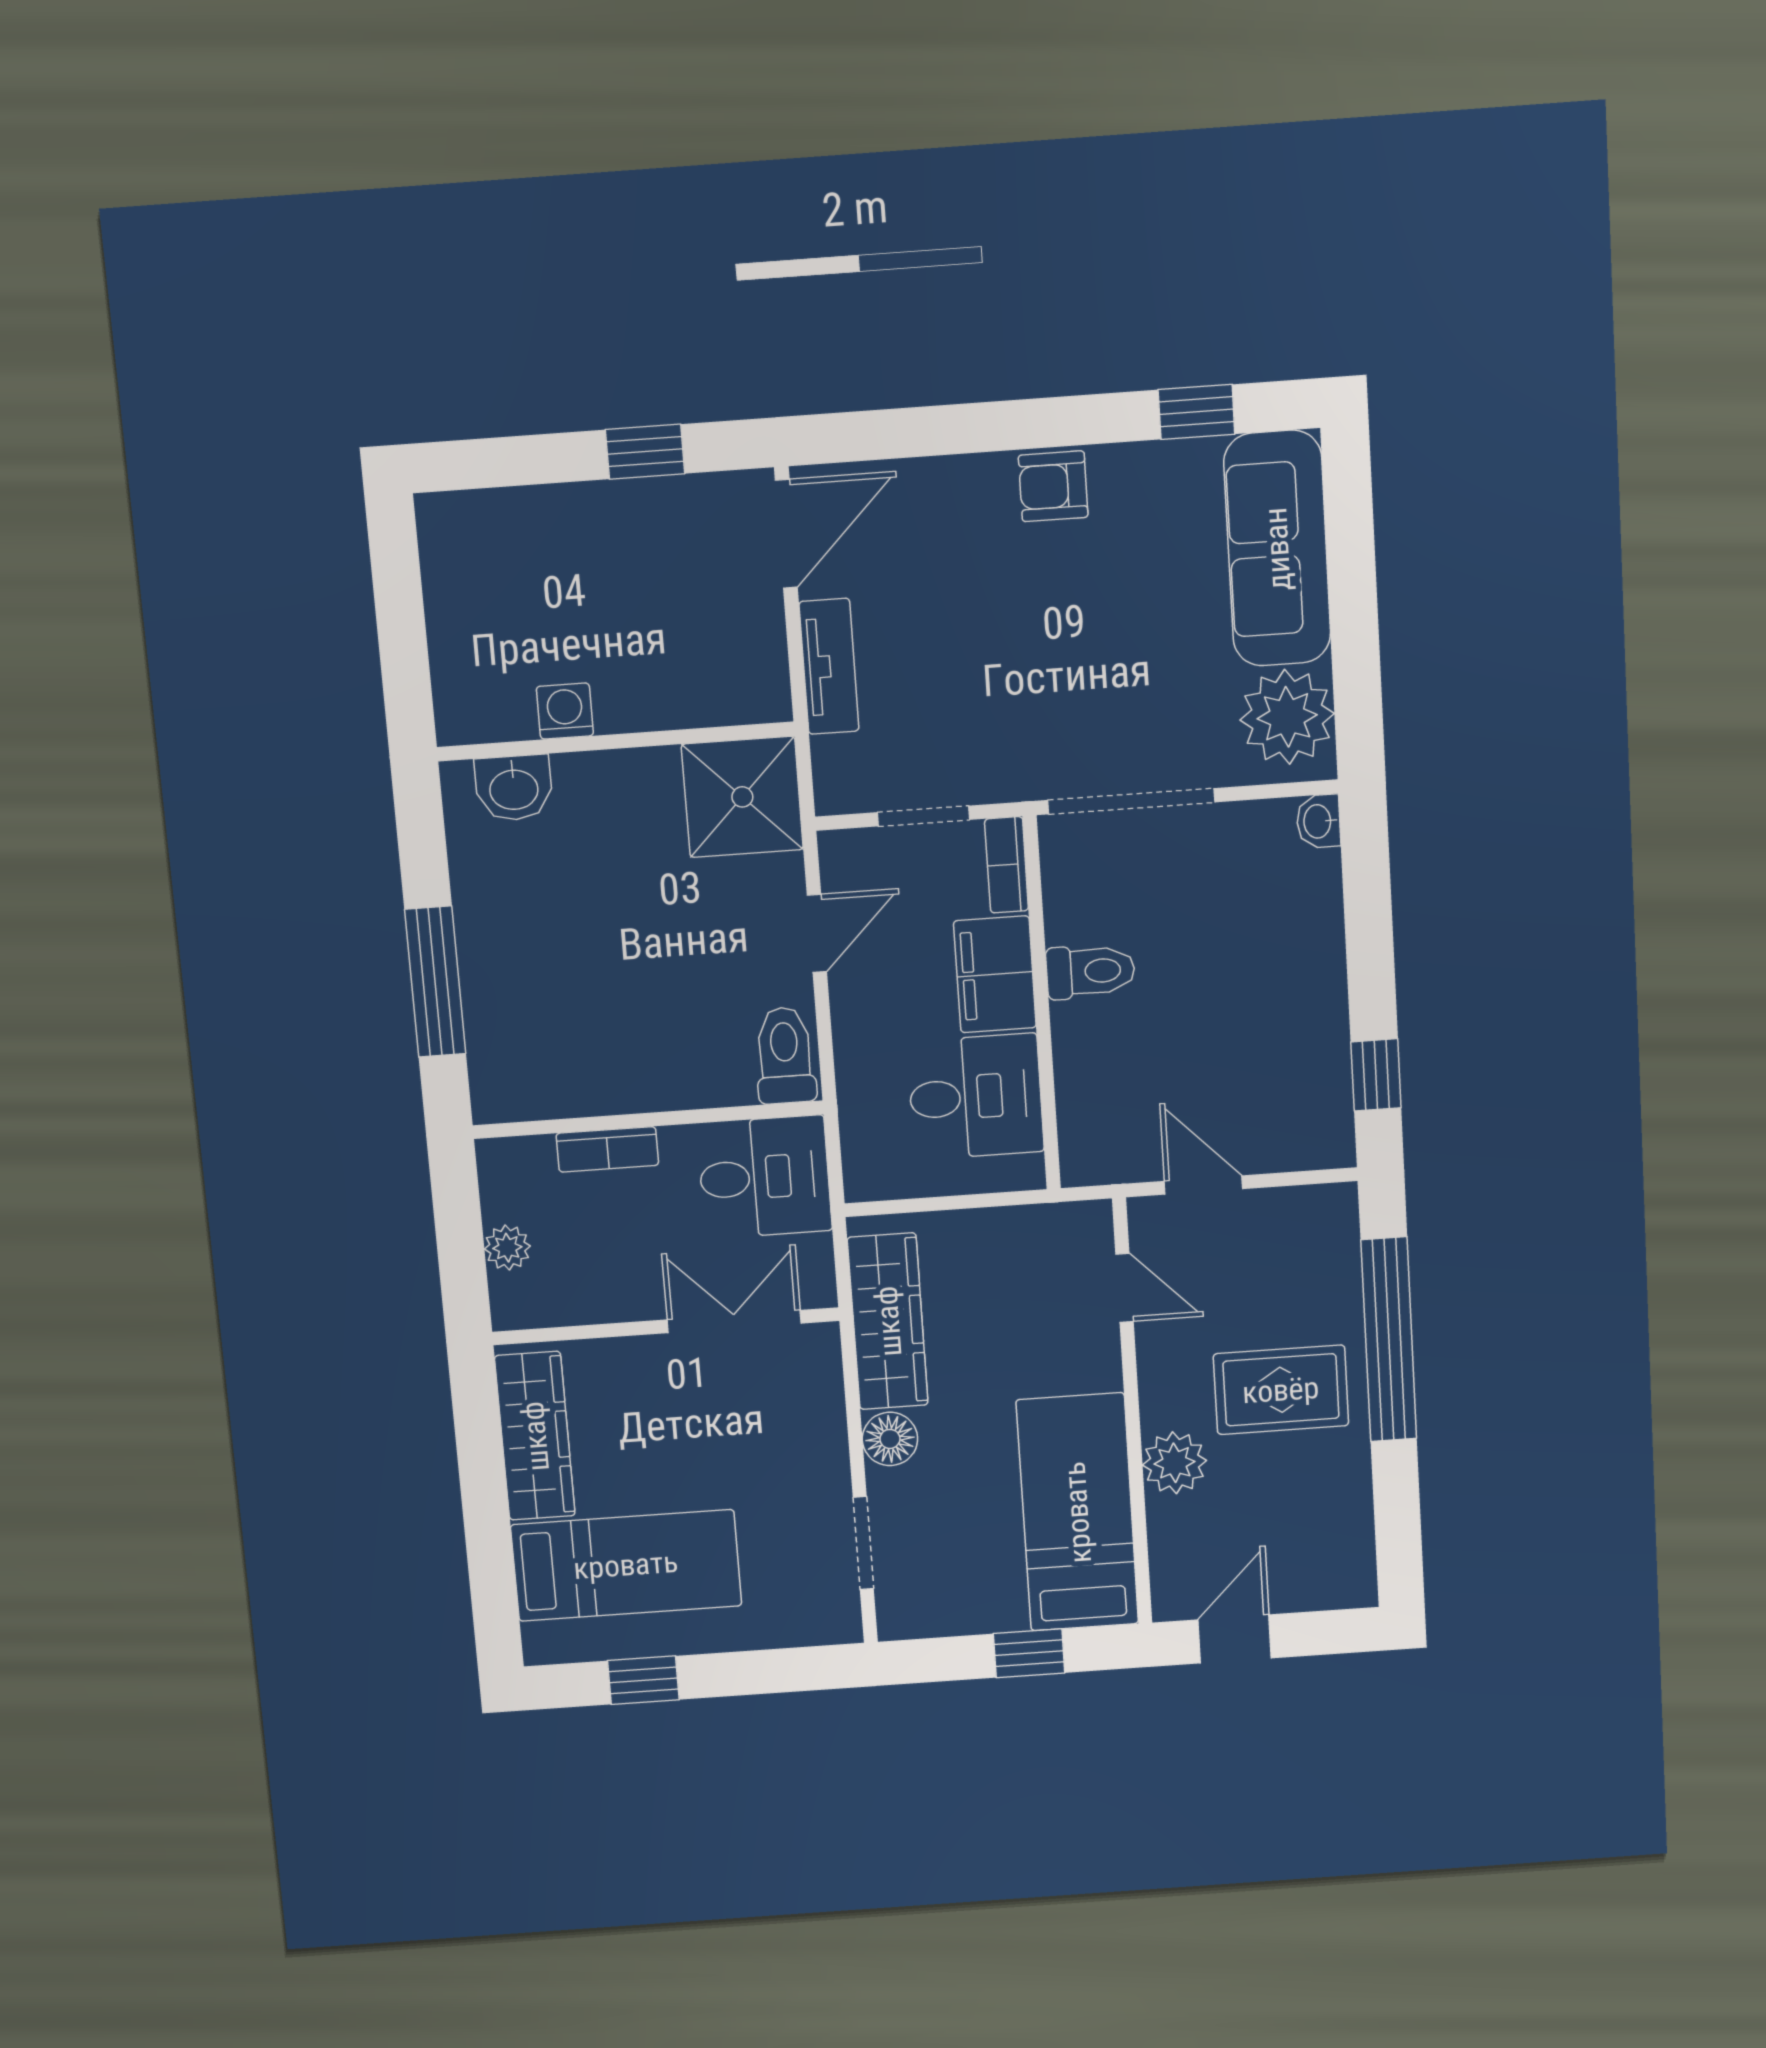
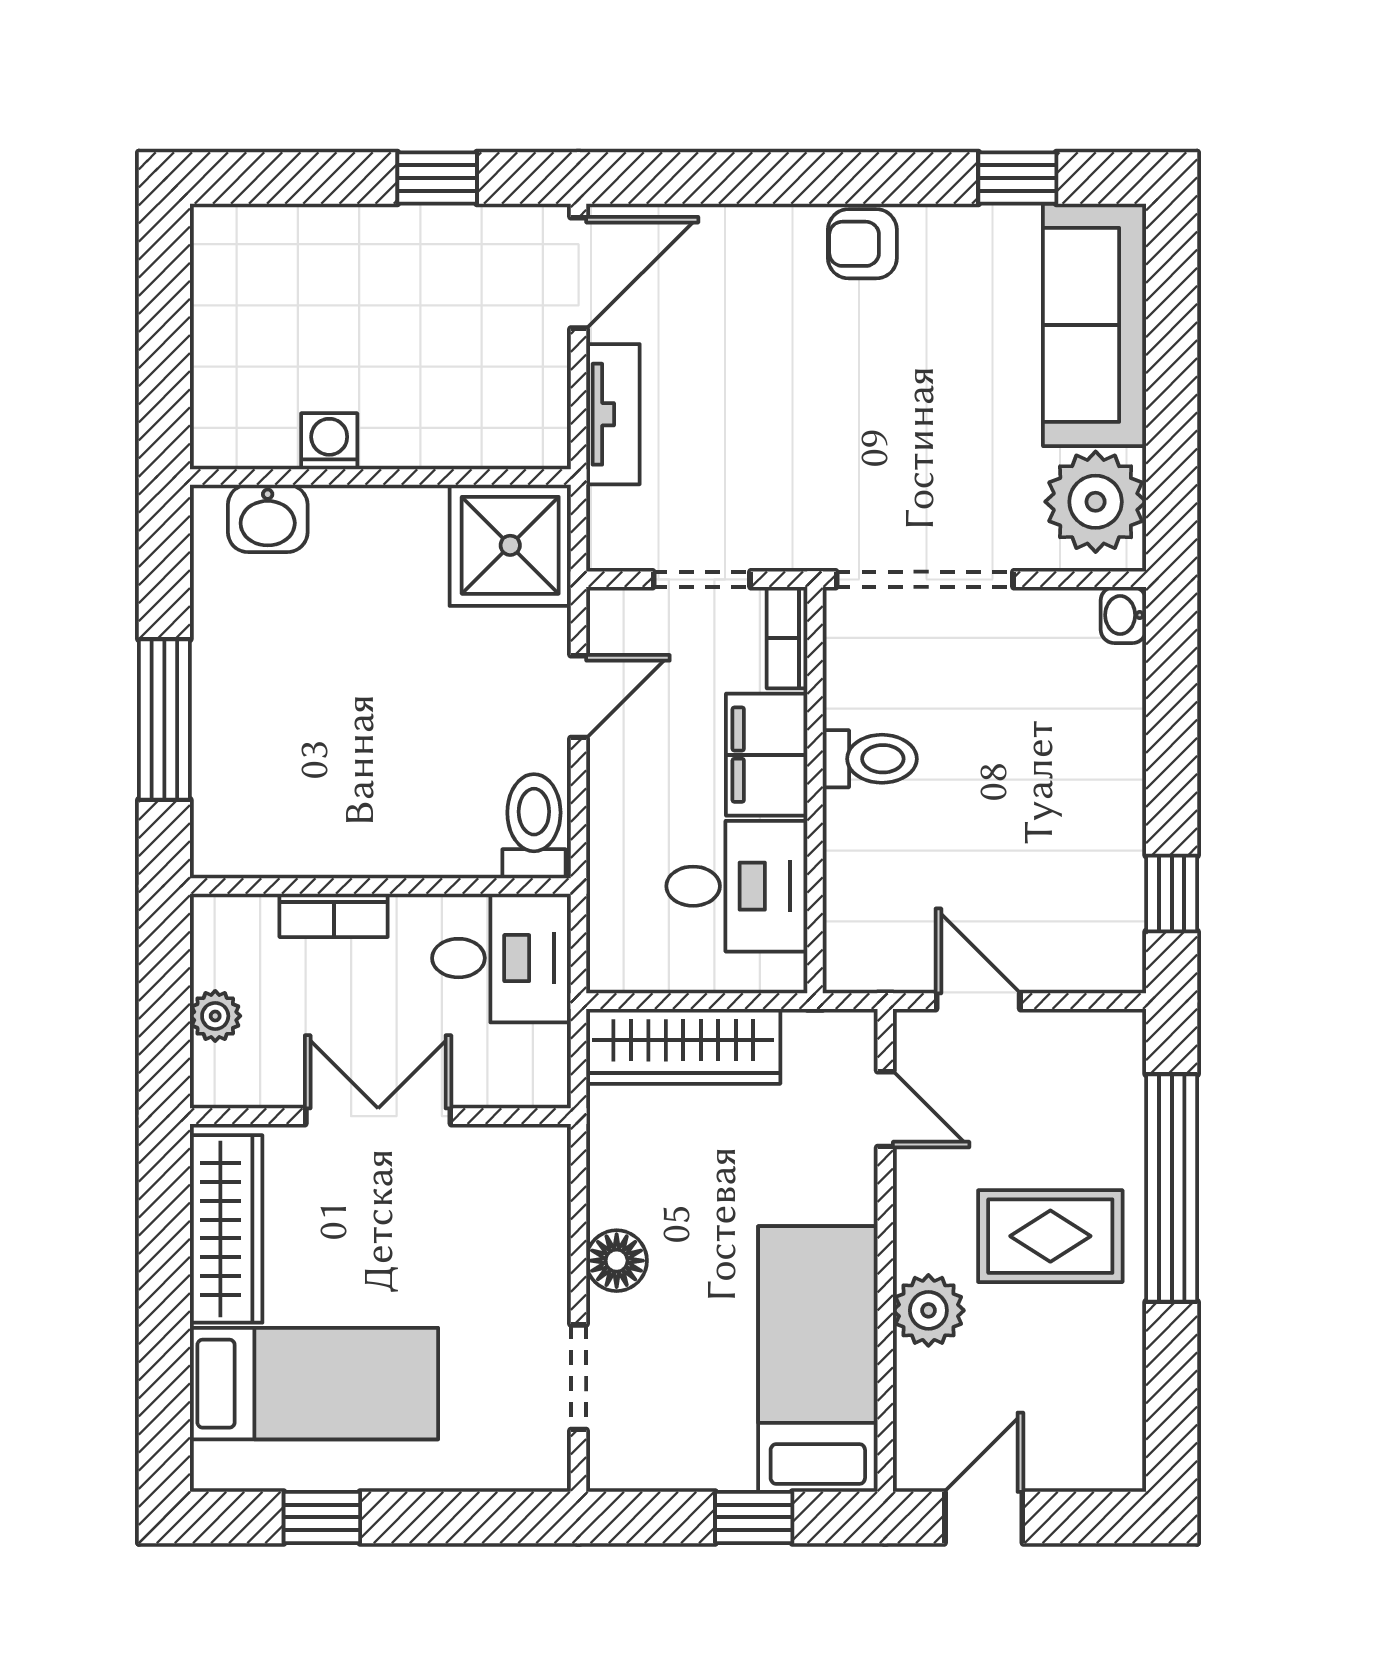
wardrobe: (888, 1321) -> (683, 1046), moved, turned 90
double door: (734, 1322) -> (378, 1116), moved

